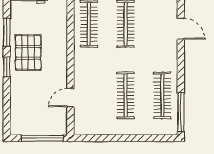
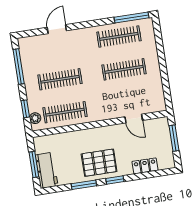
locker: (17, 102) -> (145, 166), added
window: (42, 138) -> (174, 138), width x0.69

